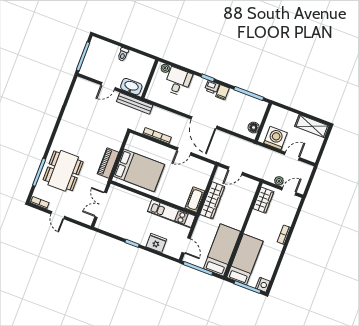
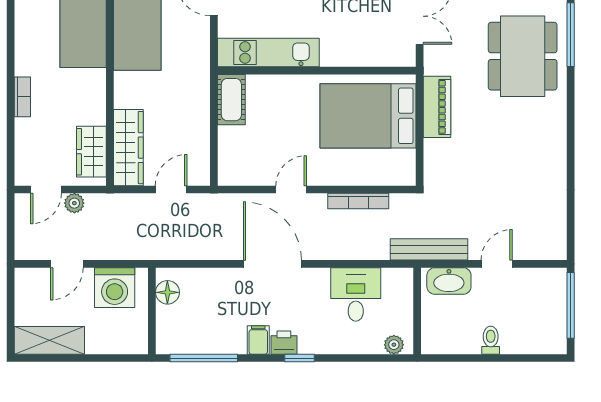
desk: (178, 82) -> (356, 294), moved, turned 180
wardrobe: (212, 200) -> (128, 148), moved, turned 180

